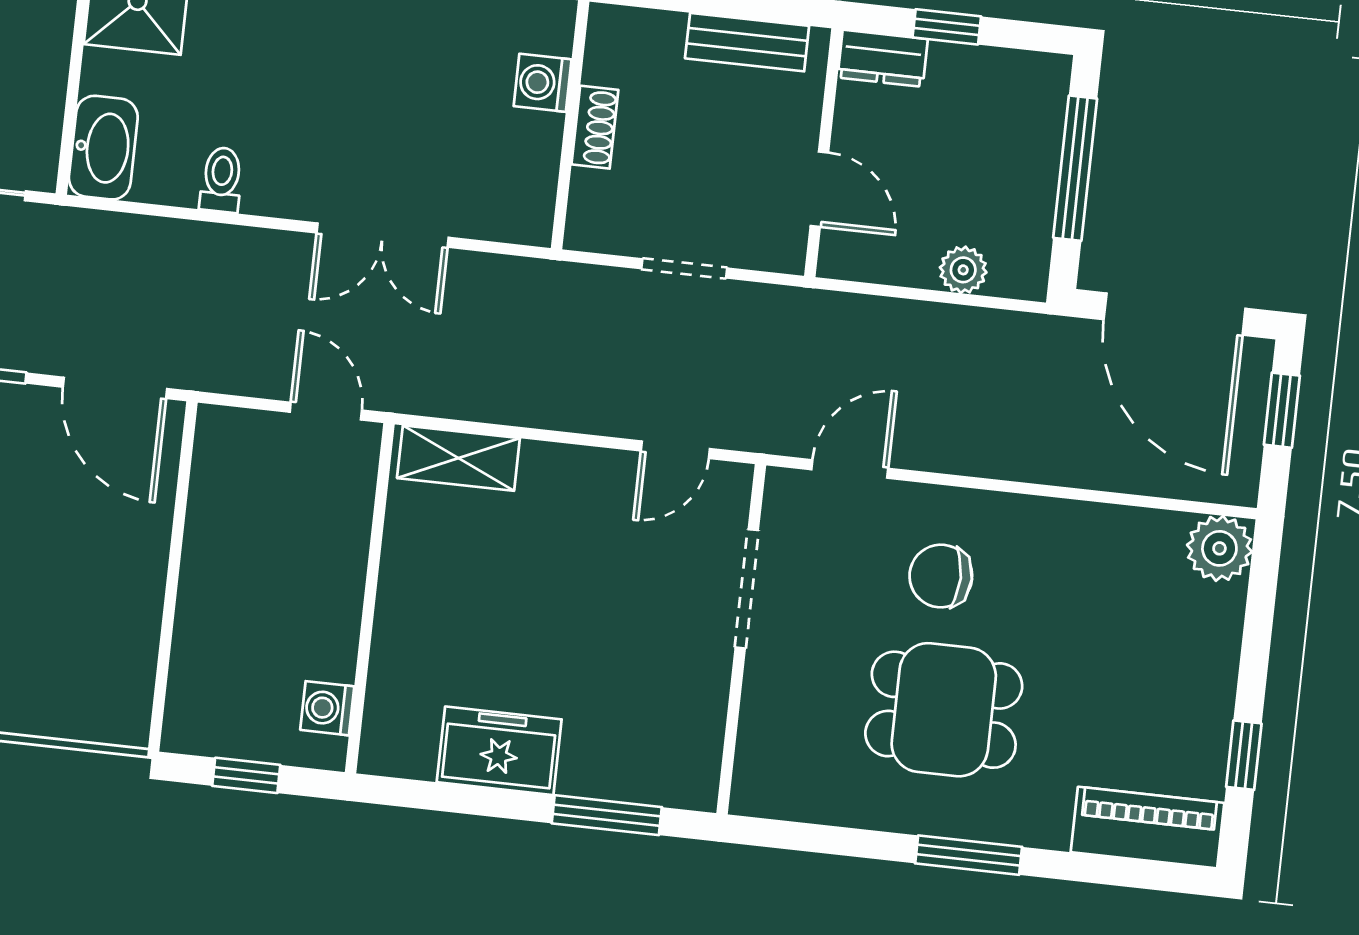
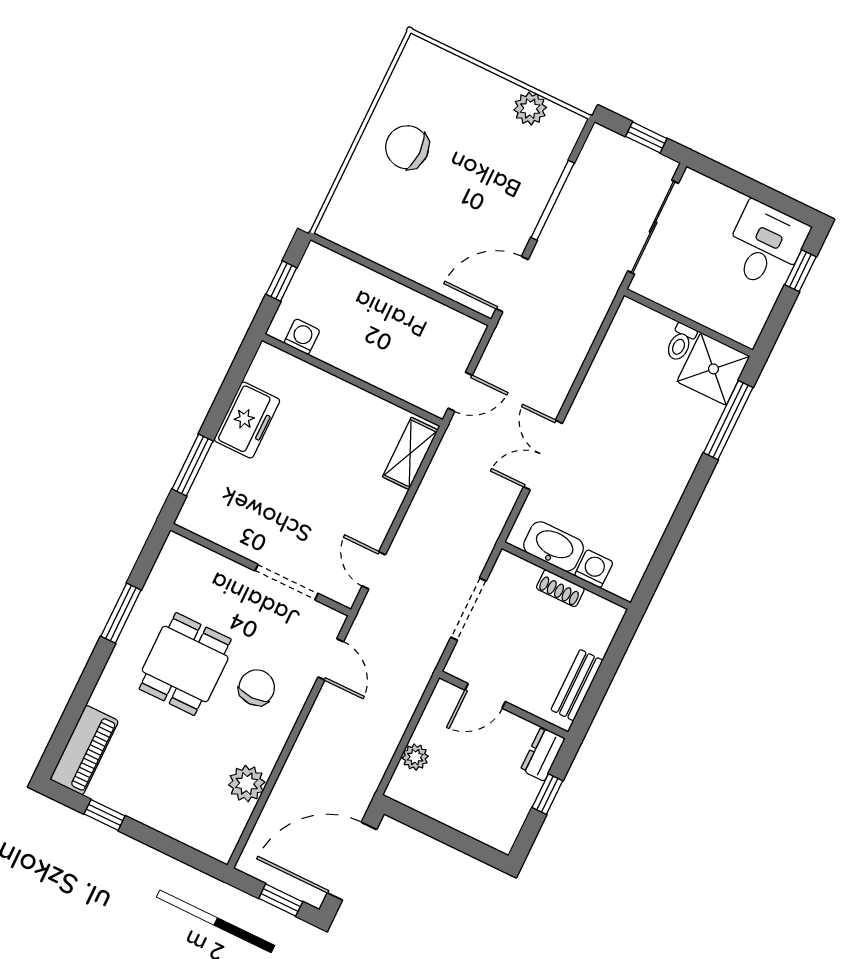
washbasin: (103, 148) -> (554, 546), moved, turned 180
window: (1075, 168) -> (448, 836), removed
toilet: (221, 180) -> (681, 342), moved, turned 90
doorway: (684, 268) -> (468, 609), width x1.38
plant: (1219, 548) -> (247, 784), moved
window: (969, 855) -> (121, 613), moved

